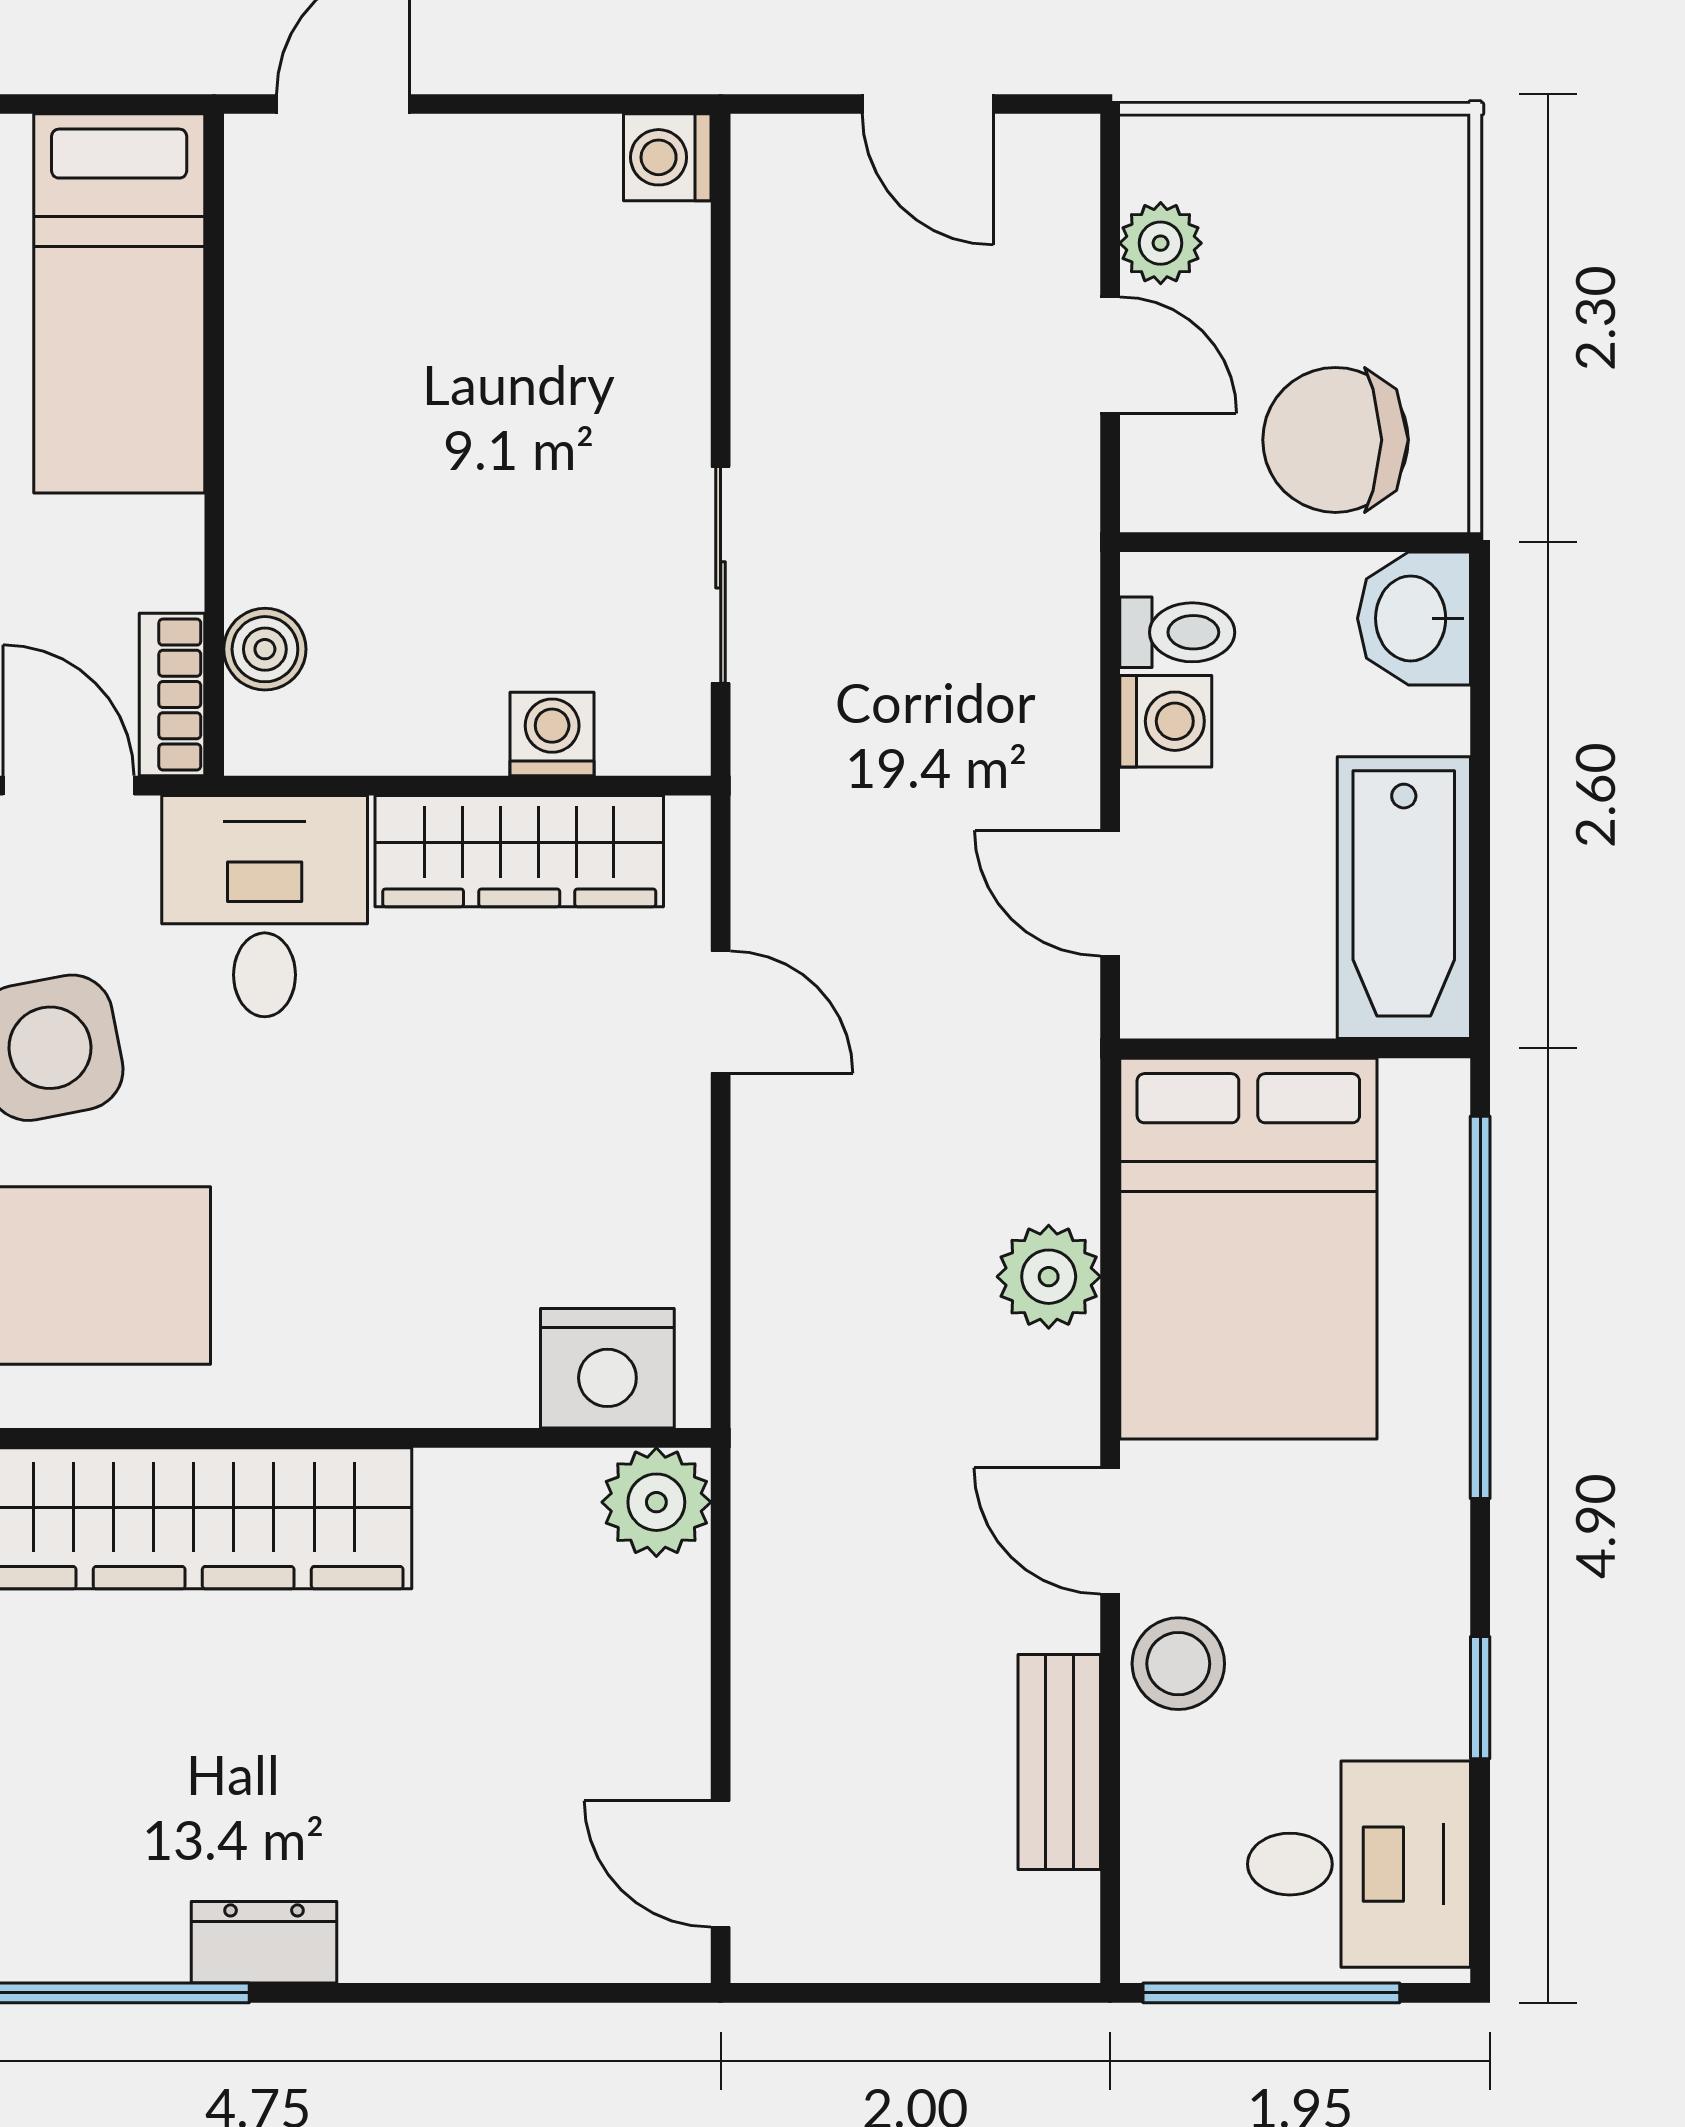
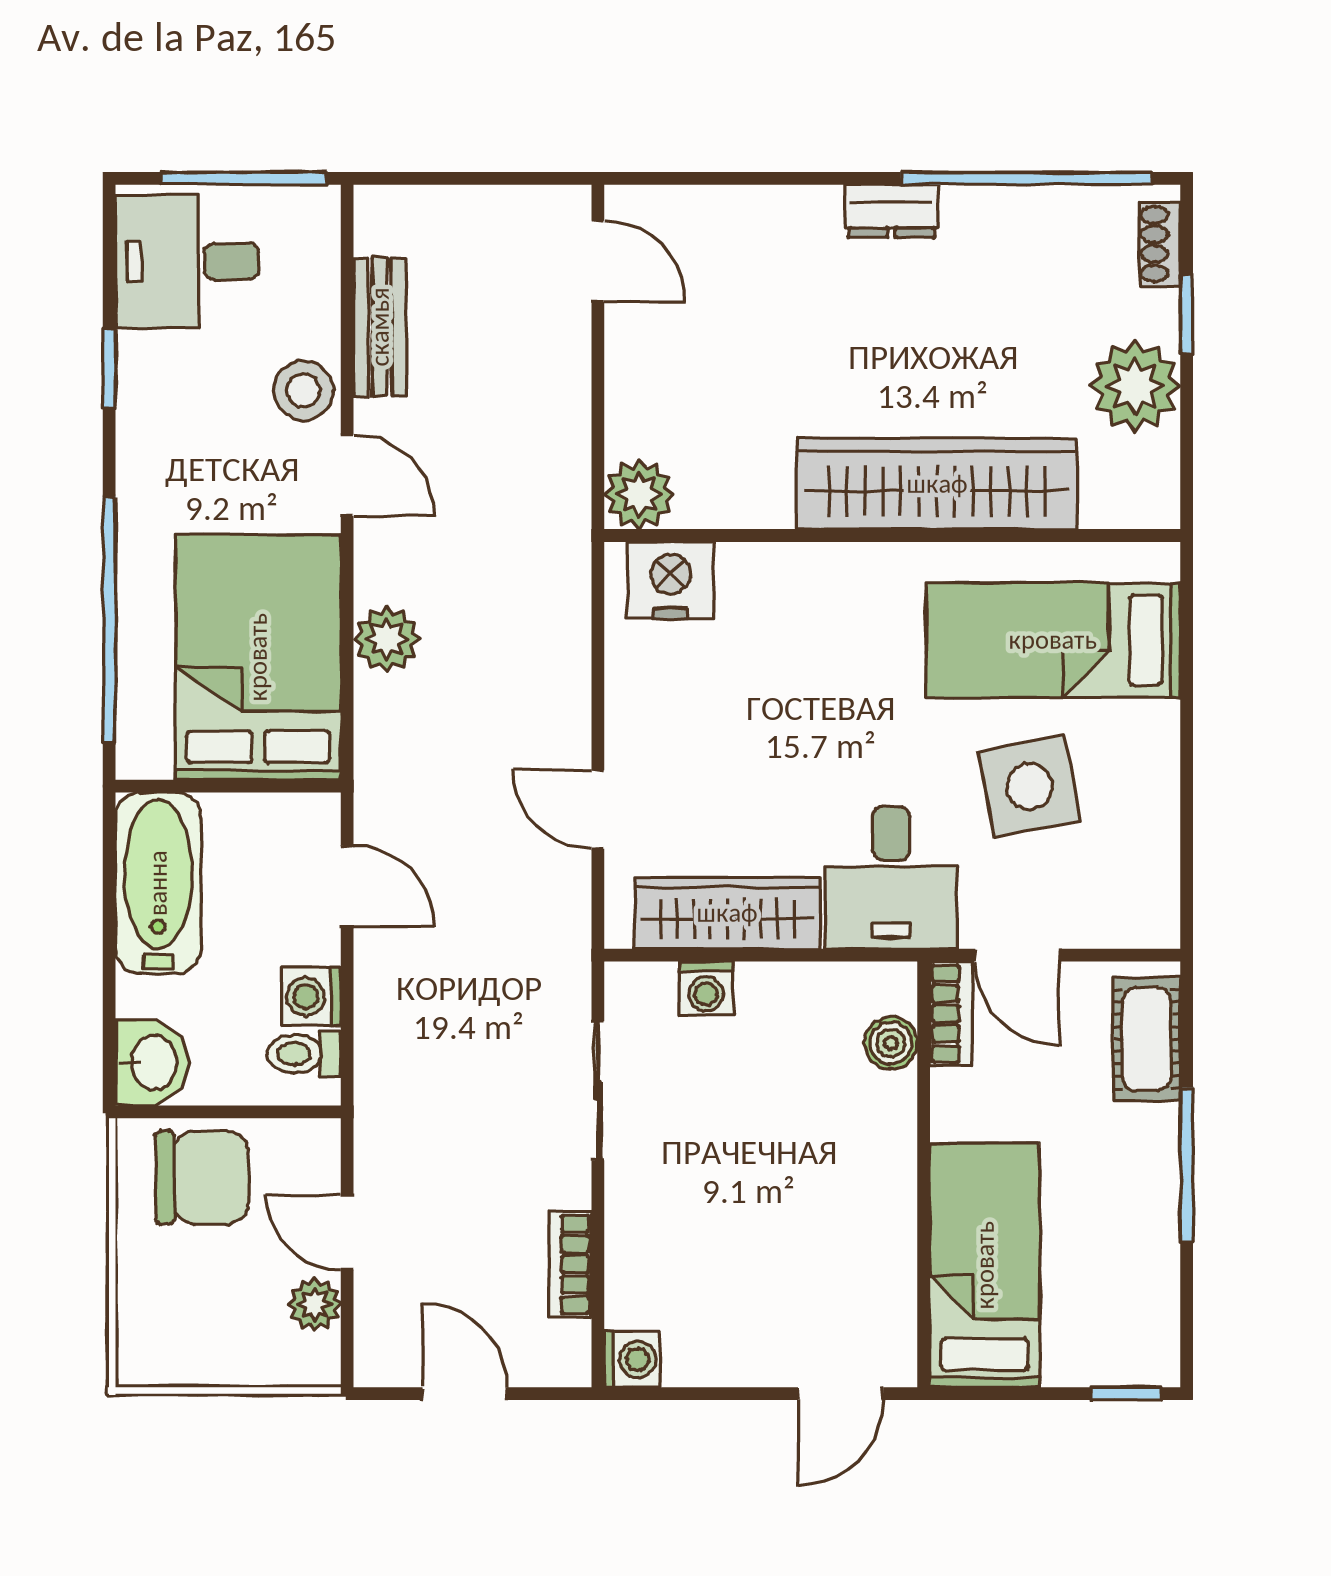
bookcase: (763, 305) -> (570, 1264), added

